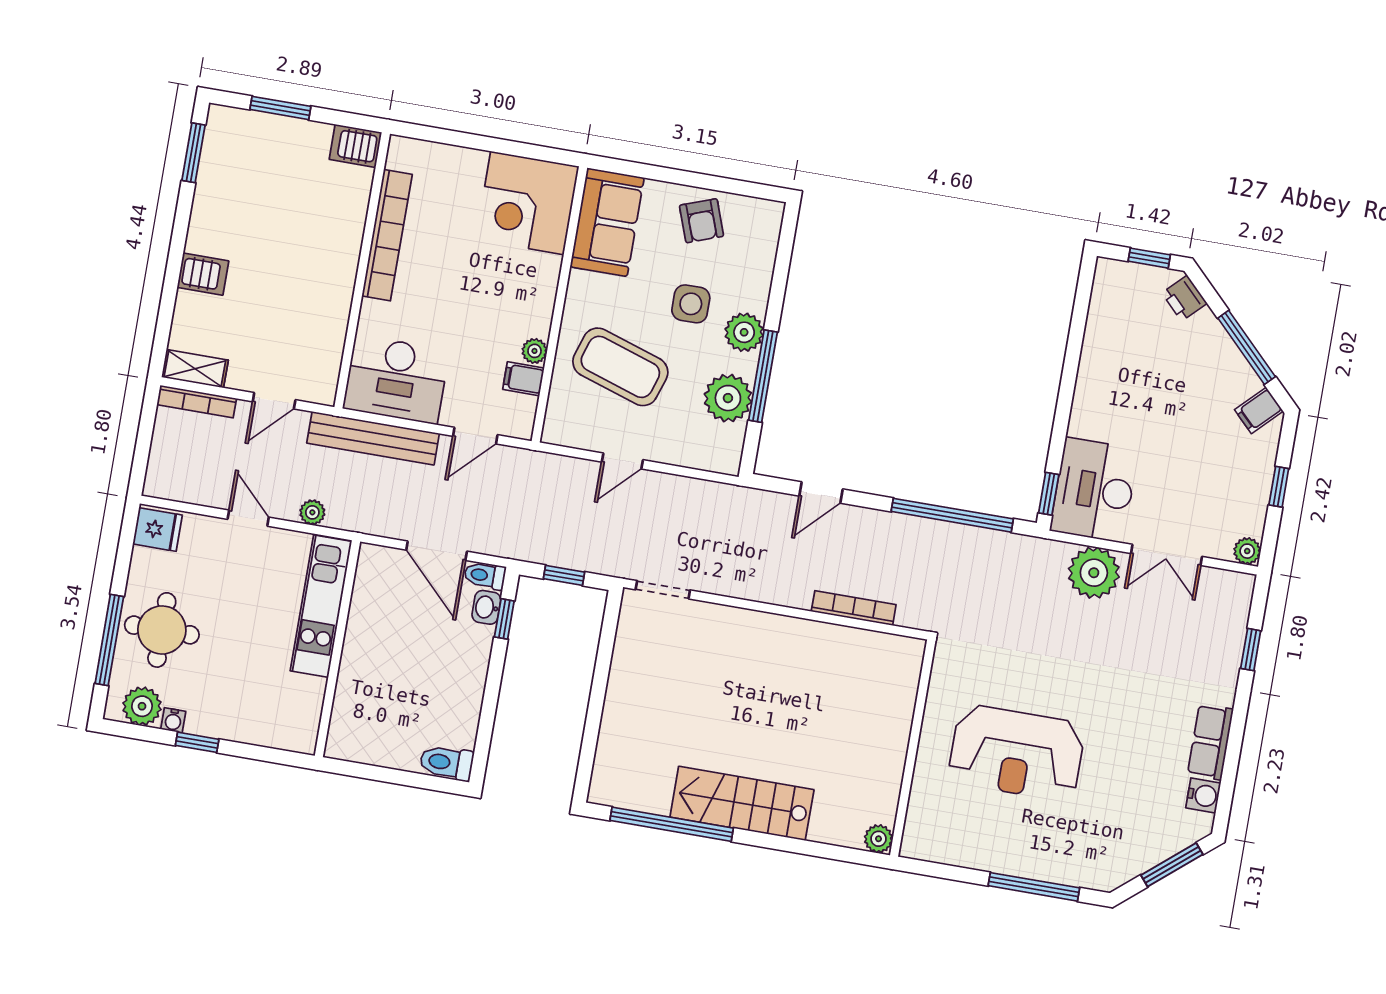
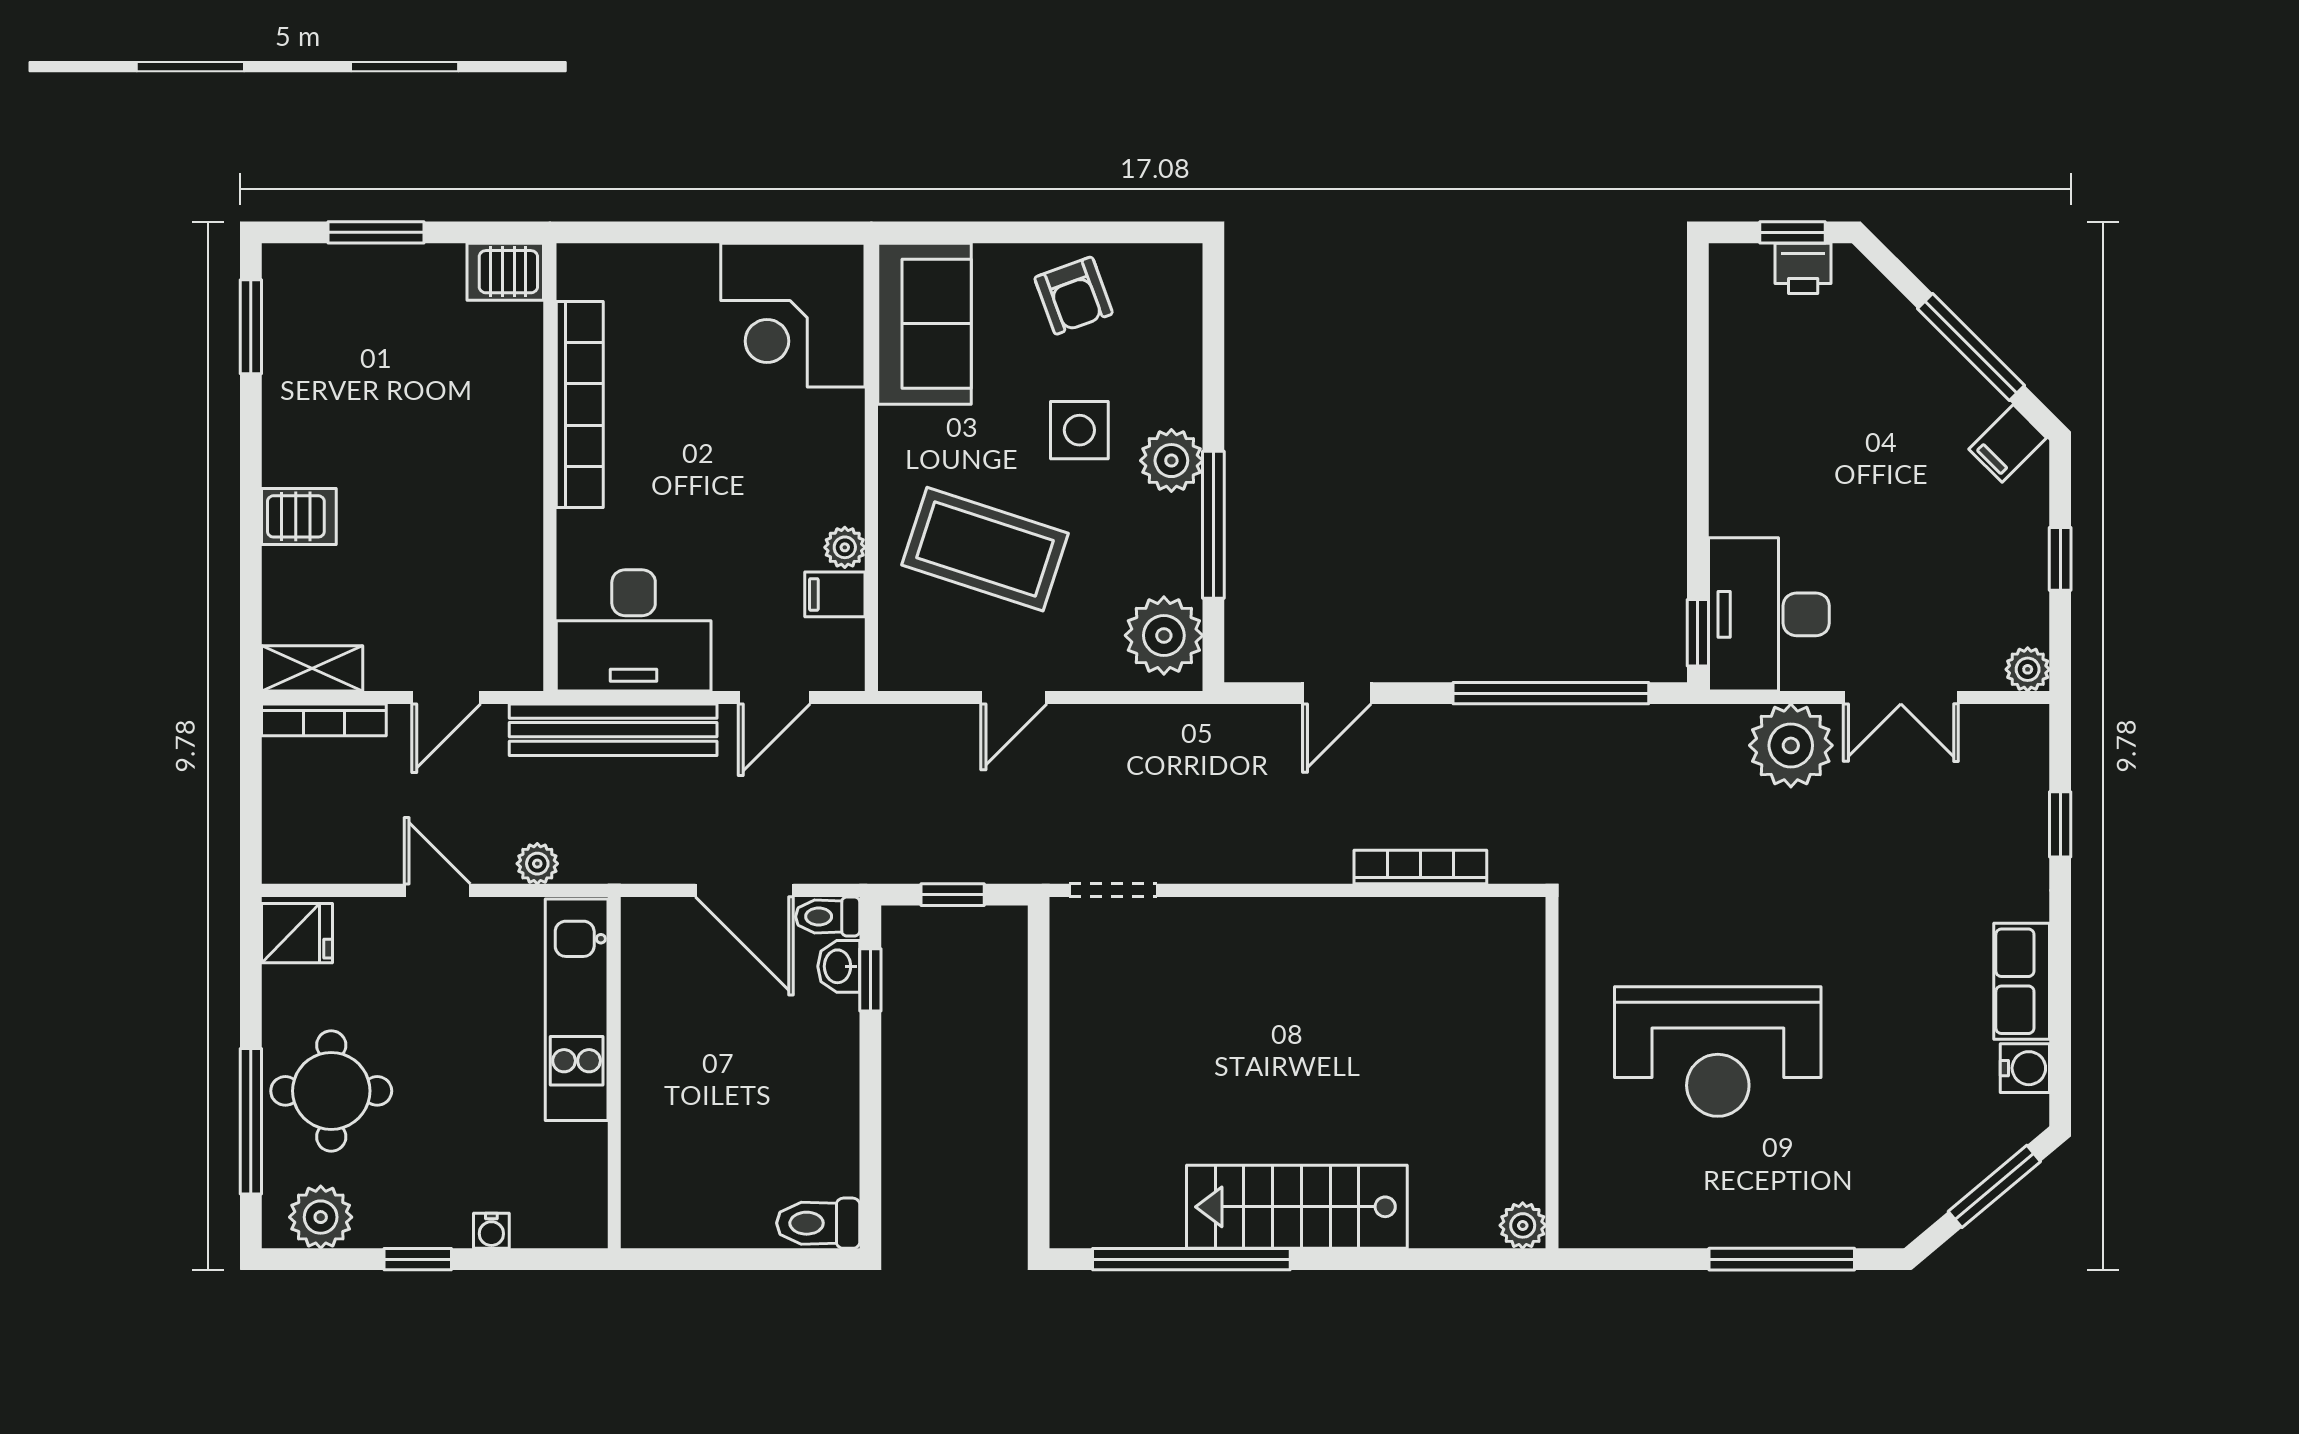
printer: (1184, 298) -> (1803, 268), moved, turned -45
plant: (728, 398) -> (1164, 635), moved
water cooler: (173, 720) -> (491, 1231), moved

